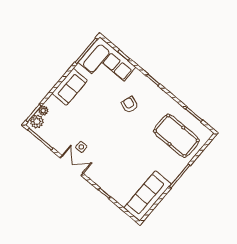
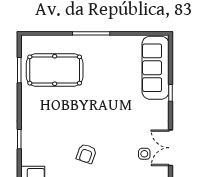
armchair: (130, 105) -> (86, 154), moved
pool table: (176, 136) -> (55, 70), turned 90
sofa: (148, 196) -> (156, 68), moved, turned 90

